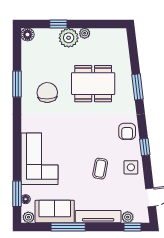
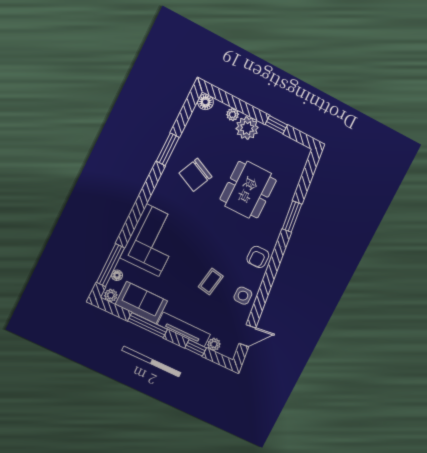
window: (58, 24) -> (276, 125), moved
plant: (85, 33) -> (233, 114), moved
dining table: (93, 84) -> (248, 190), turned 90
chair: (47, 93) -> (195, 175), turned -153
window: (145, 147) -> (267, 282), removed
window: (17, 194) -> (110, 265), width x1.44
window: (133, 227) -> (196, 348), moved

